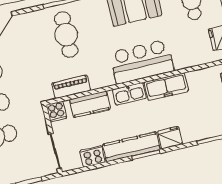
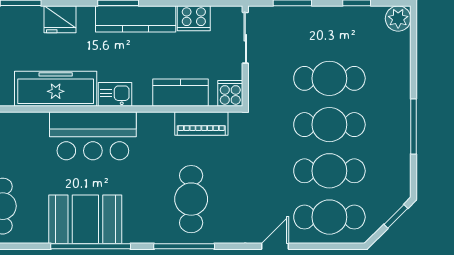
freezer: (166, 87) -> (56, 89), width x1.36, depth x1.26
kitchen sink: (129, 94) -> (115, 94), width x0.73
fridge: (170, 138) -> (60, 19), moved

